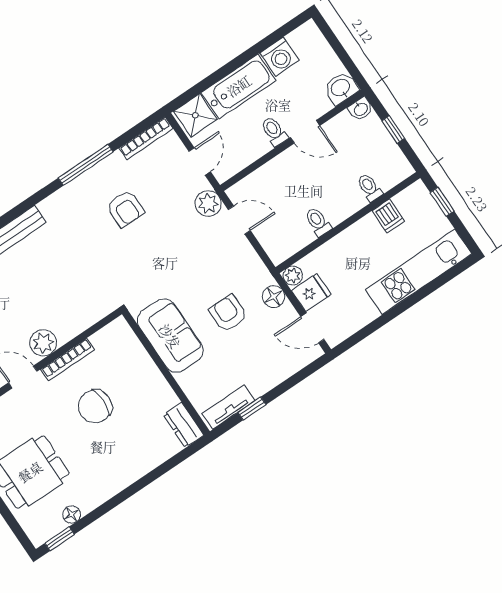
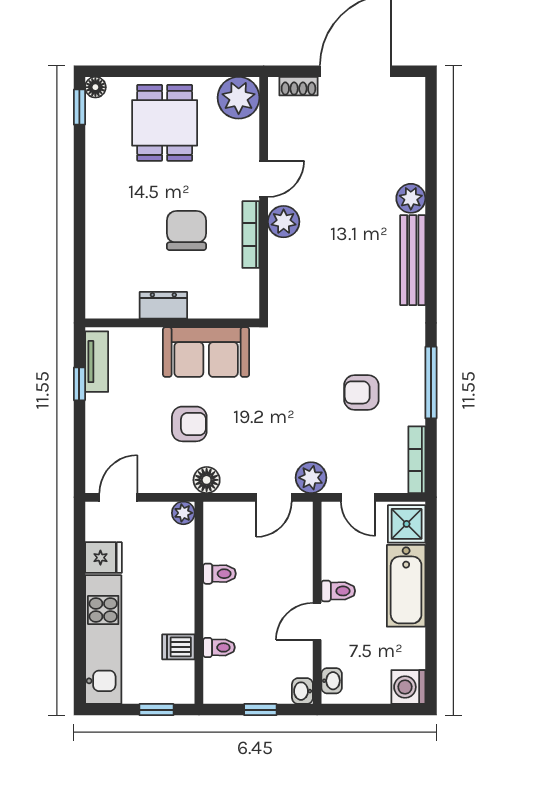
washing machine: (279, 57) -> (408, 687), moved
washbasin: (341, 88) -> (332, 681), width x0.72, depth x0.69
fridge: (311, 293) -> (103, 558), moved, turned -90
floor lamp: (274, 297) -> (207, 480), moved
dresser: (184, 425) -> (163, 305), moved
floor lamp: (72, 514) -> (95, 87), moved

